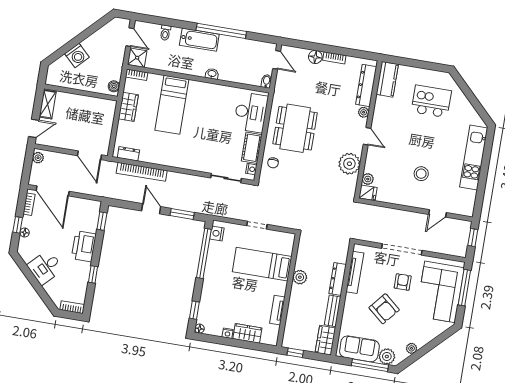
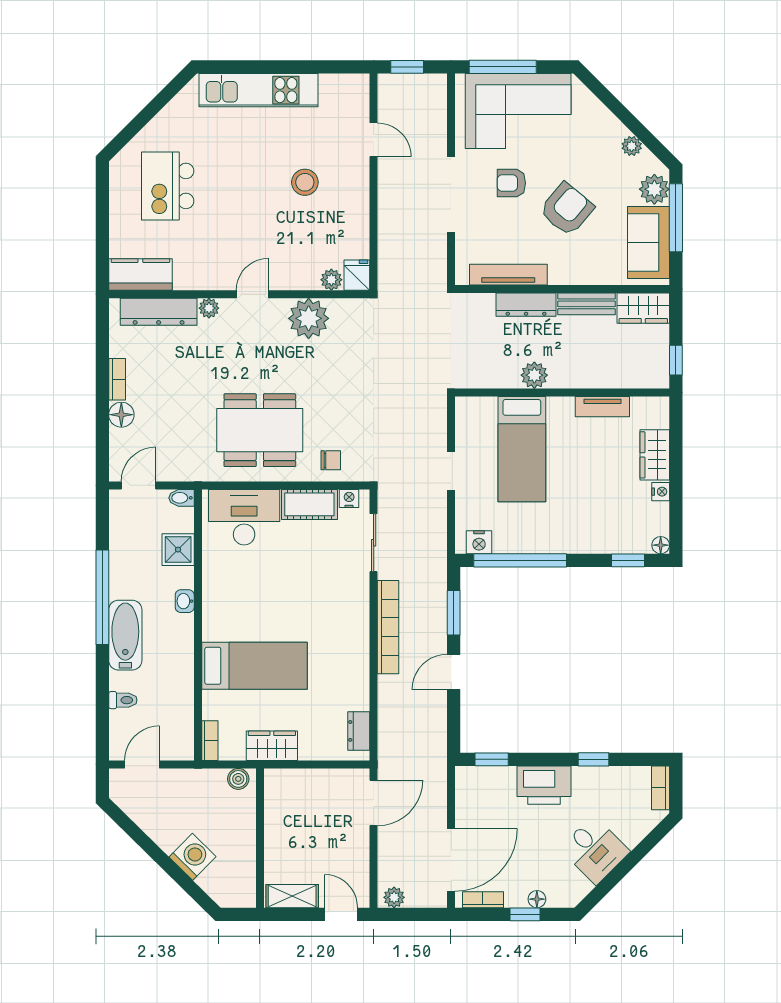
shower: (137, 58) -> (178, 550), moved
bookcase: (142, 172) -> (388, 627), moved

